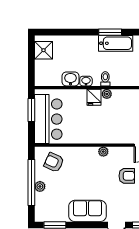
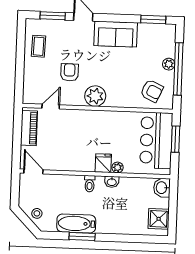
washbasin: (70, 79) -> (162, 188), moved, turned 90
plant: (107, 94) -> (118, 167), moved
window: (31, 110) -> (175, 139), moved
plant: (103, 152) -> (95, 96), width x1.88, depth x1.88
armchair: (127, 176) -> (69, 72), turned 90

